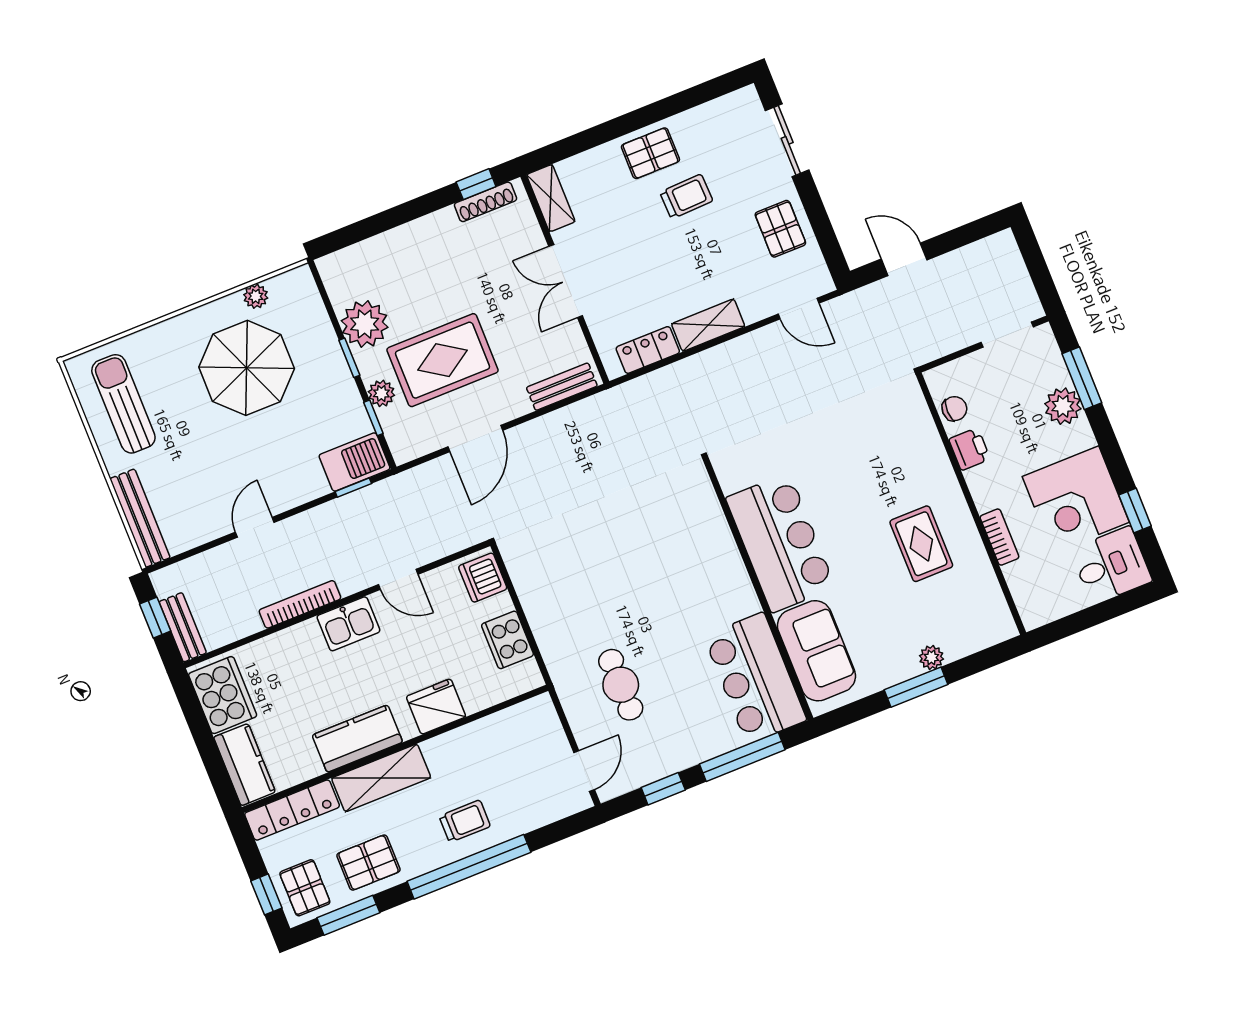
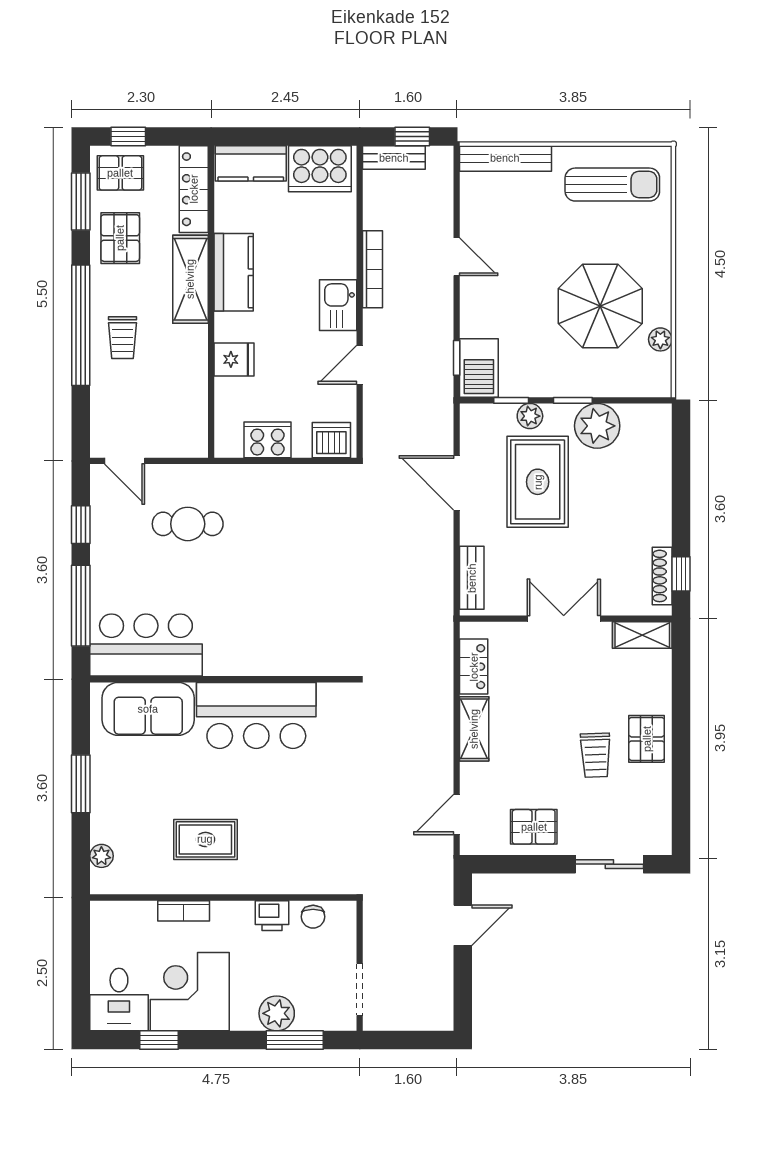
plant: (931, 657) -> (101, 856), moved
fridge: (436, 707) -> (234, 359), width x0.72

